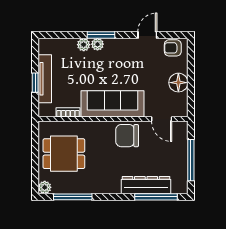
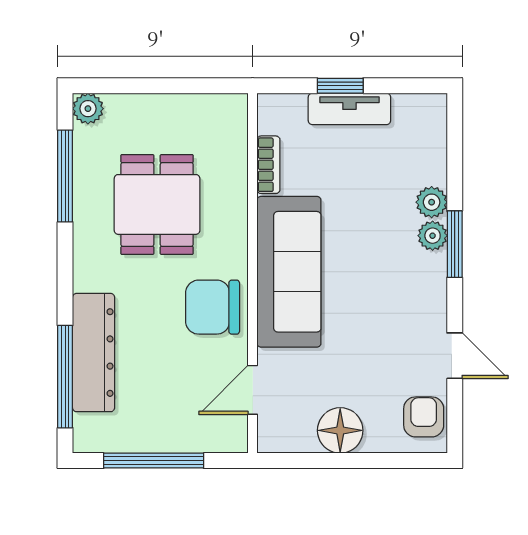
tv unit: (45, 79) -> (349, 109), width x0.71
chair: (127, 136) -> (213, 307), turned -90
dining table: (64, 154) -> (157, 204), moved

